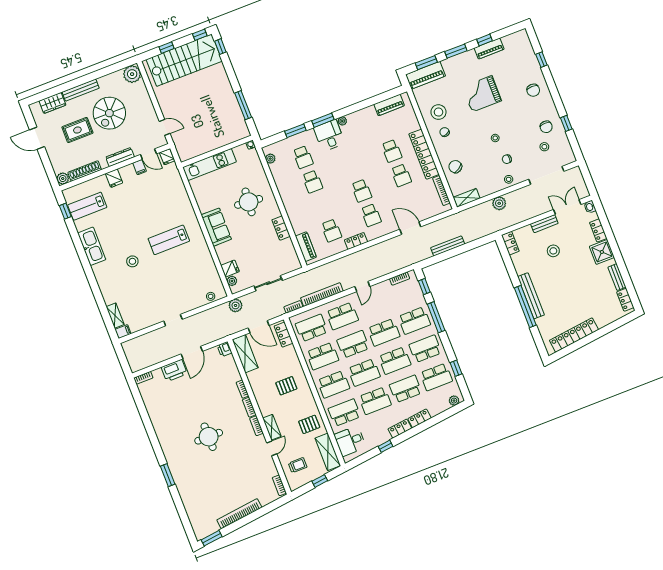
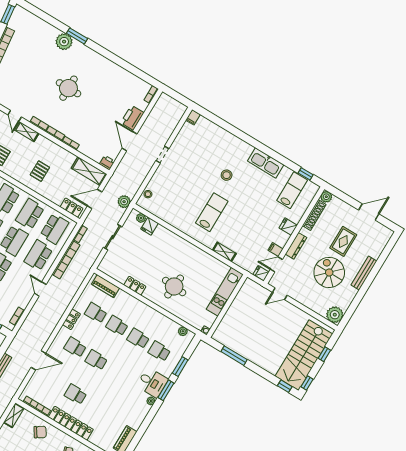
wardrobe: (52, 103) -> (378, 247), removed
school desk: (392, 151) -> (117, 326), moved
sofa: (216, 227) -> (184, 249), removed
shelving: (115, 316) -> (224, 252), moved
plant: (182, 479) -> (64, 42), added

